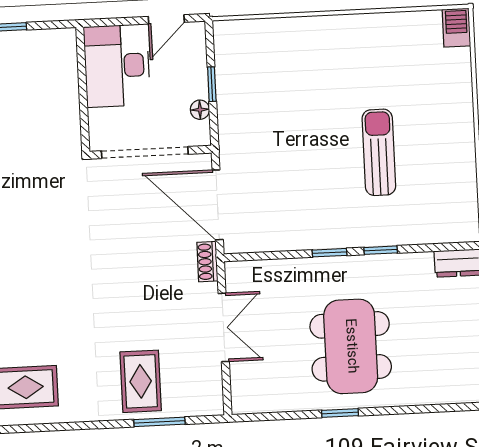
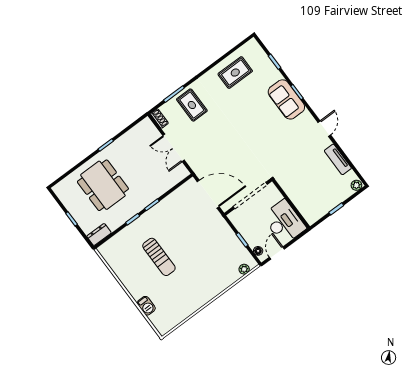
barbecue: (456, 28) -> (146, 306), moved
plant: (243, 30) -> (244, 269), added
floor lamp: (200, 110) -> (258, 251), moved
shoe rack: (207, 262) -> (159, 119), moved
dining table: (351, 346) -> (103, 185), moved

